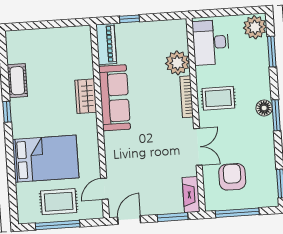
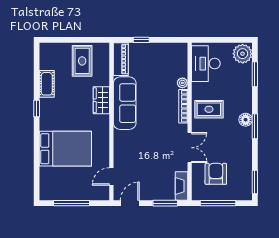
plant: (177, 63) -> (182, 83), width x0.53, depth x0.53
rug: (59, 202) -> (82, 61), moved, turned 90

